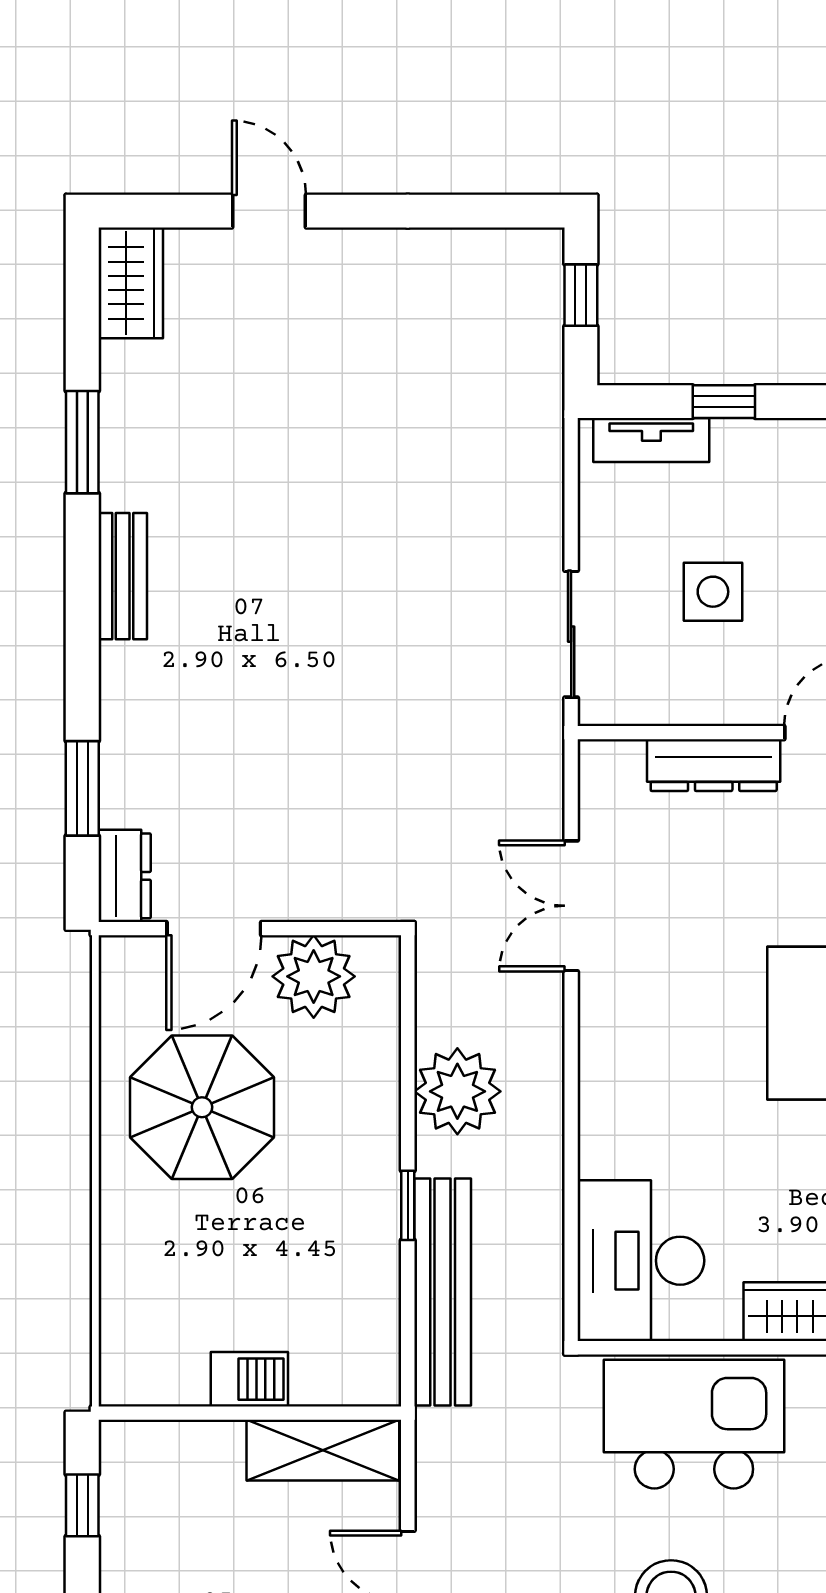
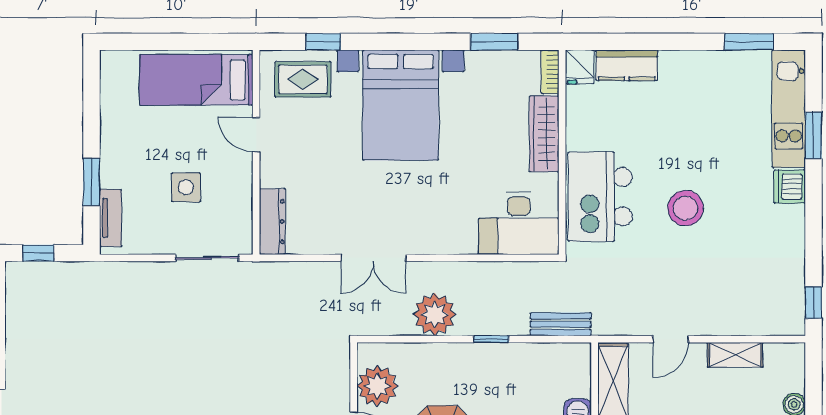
window: (724, 402) -> (91, 182), width x1.50
dresser: (714, 765) -> (272, 222), moved
double door: (571, 906) -> (373, 258), moved
bench: (443, 1292) -> (561, 324), width x0.54, depth x0.82

